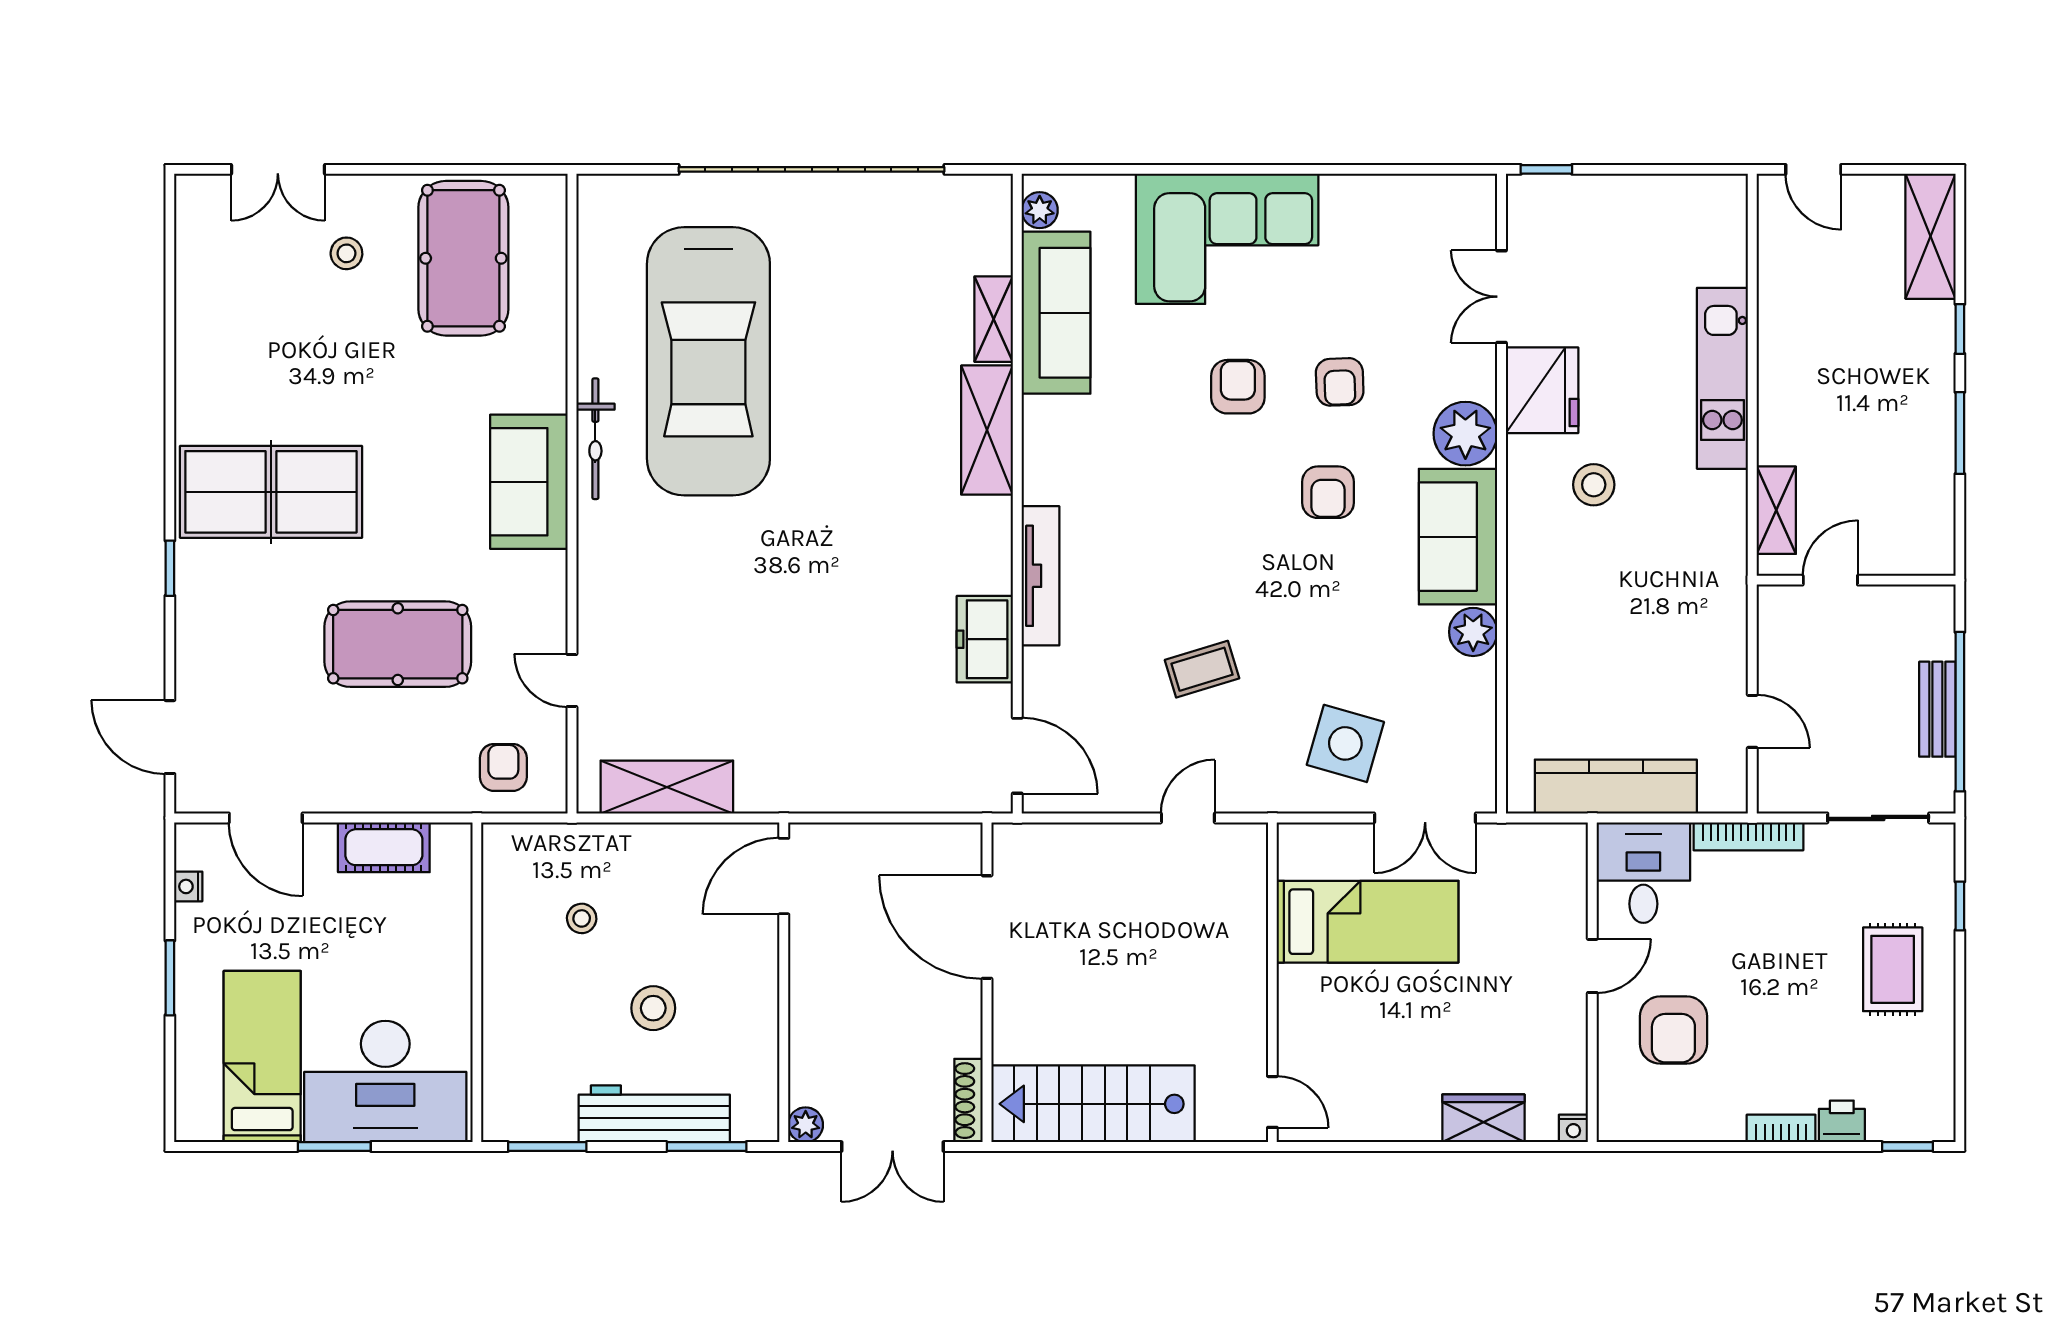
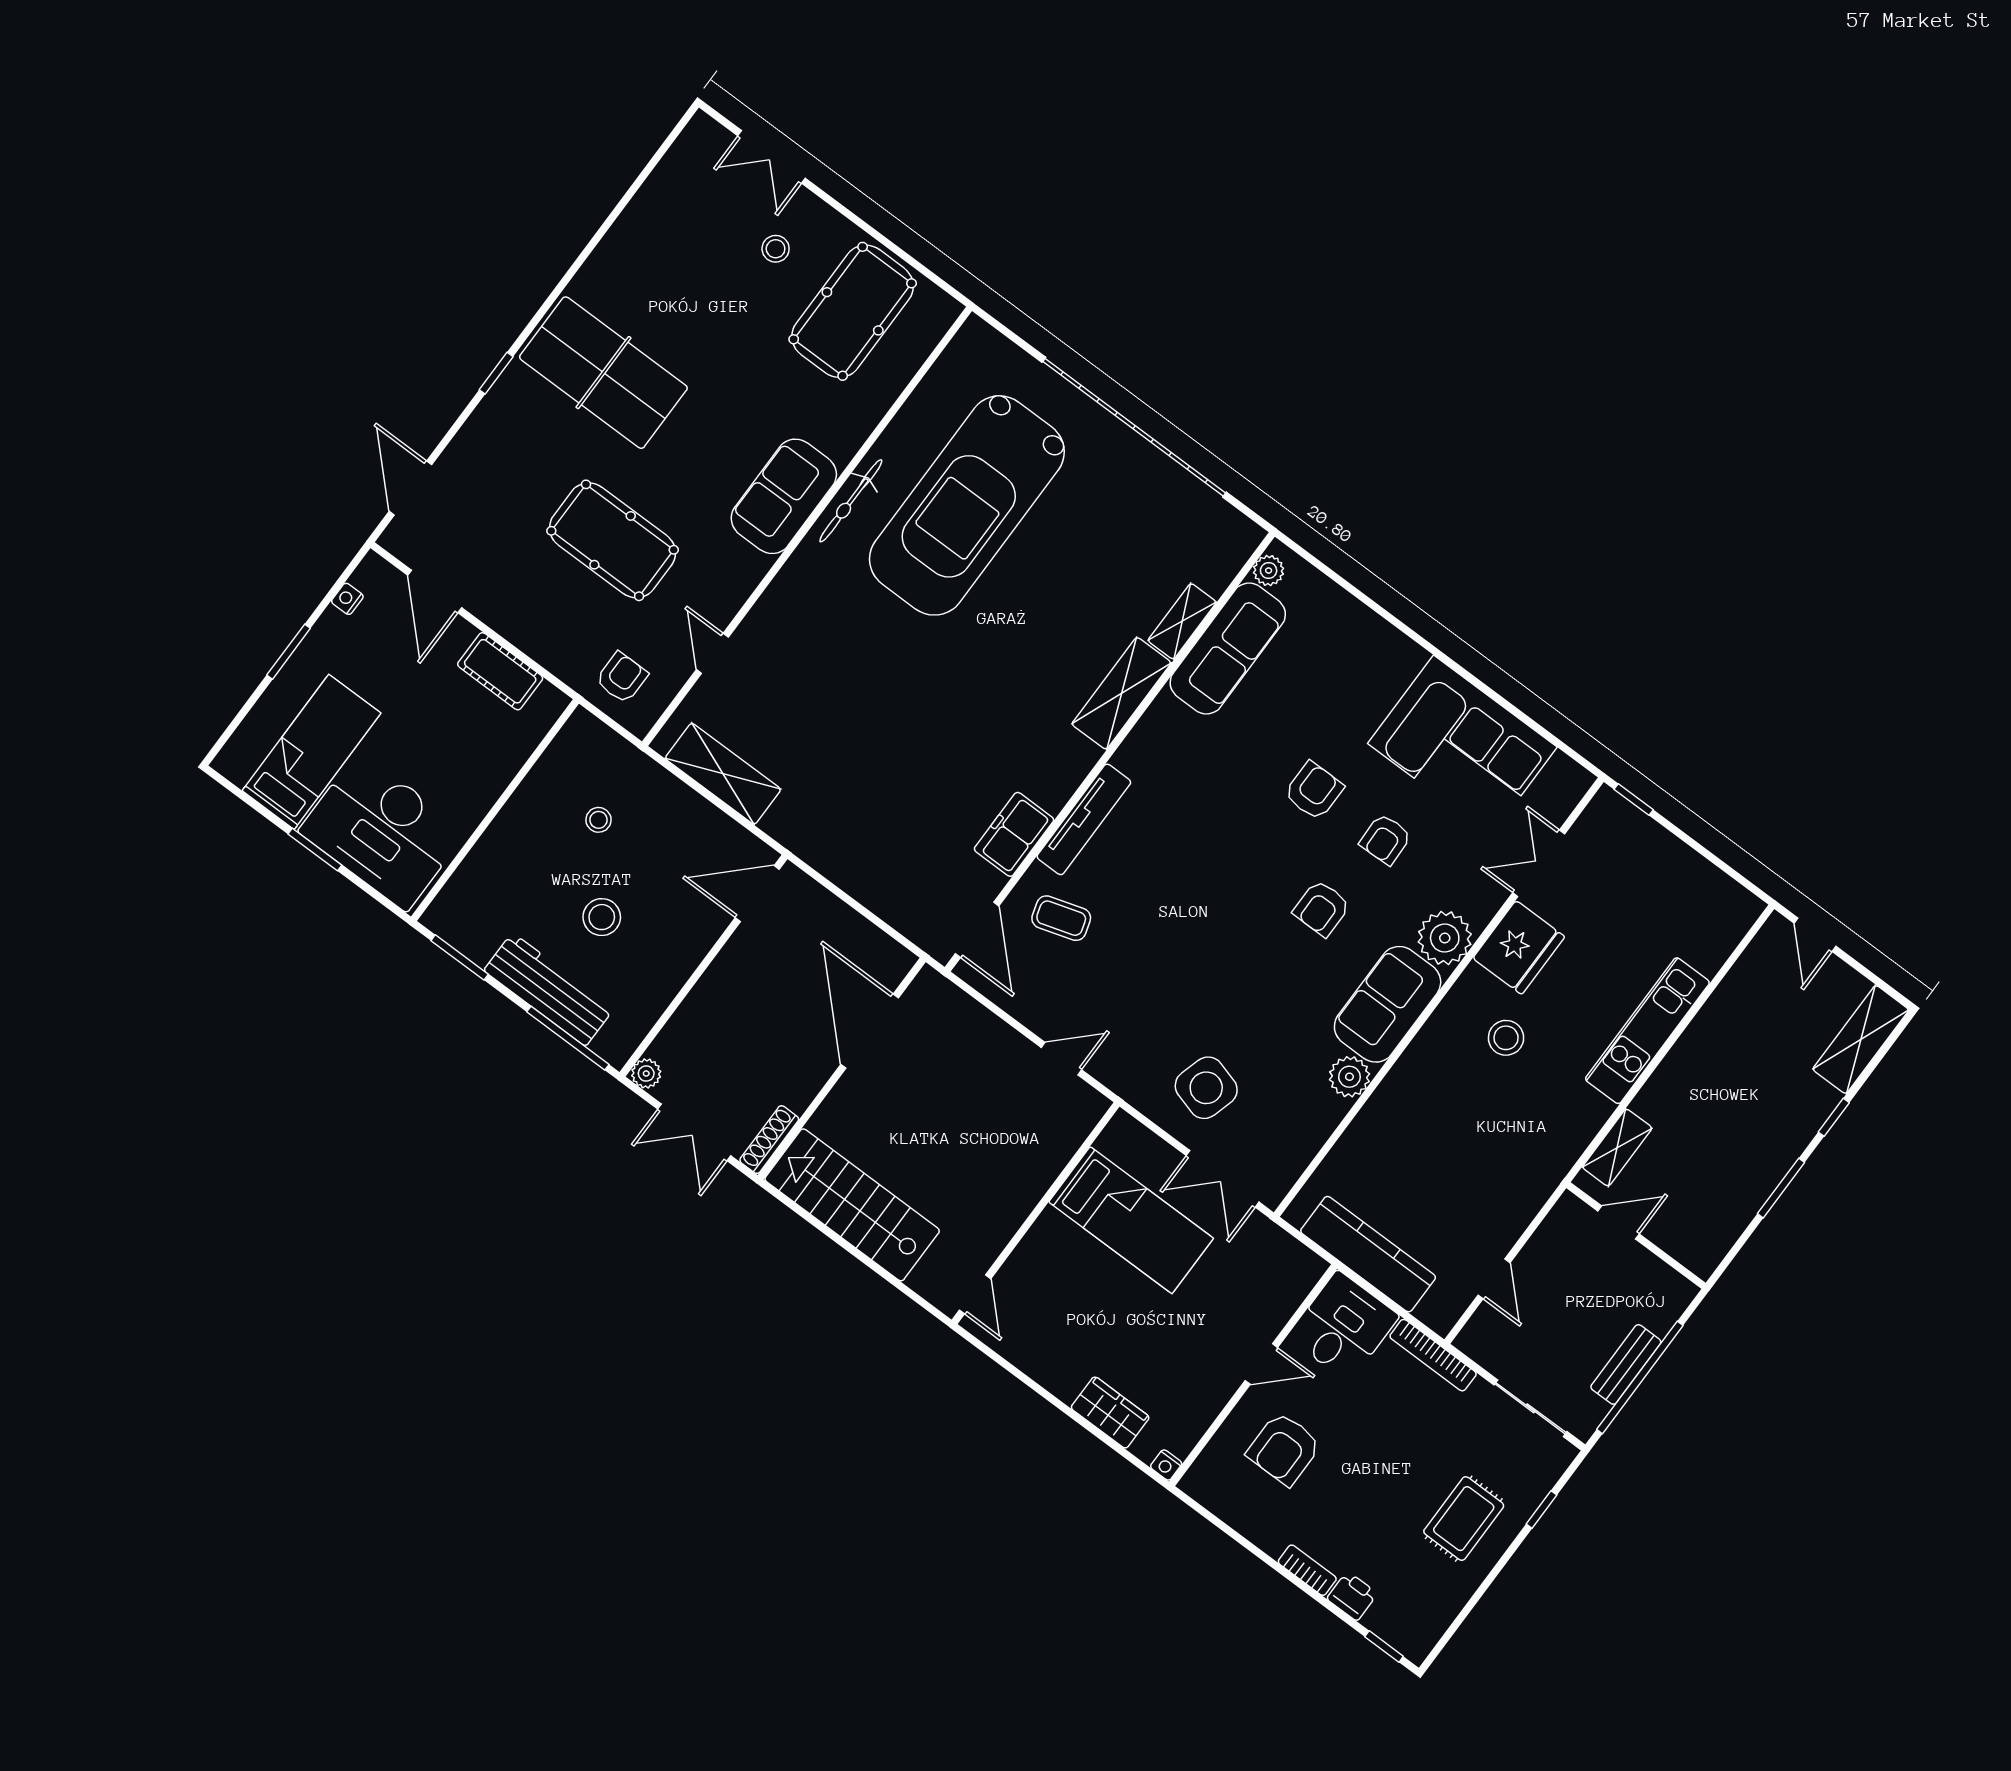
corner sofa: (1227, 239) -> (1462, 745), moved
coffee table: (1202, 669) -> (1061, 918), moved
window: (707, 1147) -> (568, 1038), width x1.44

